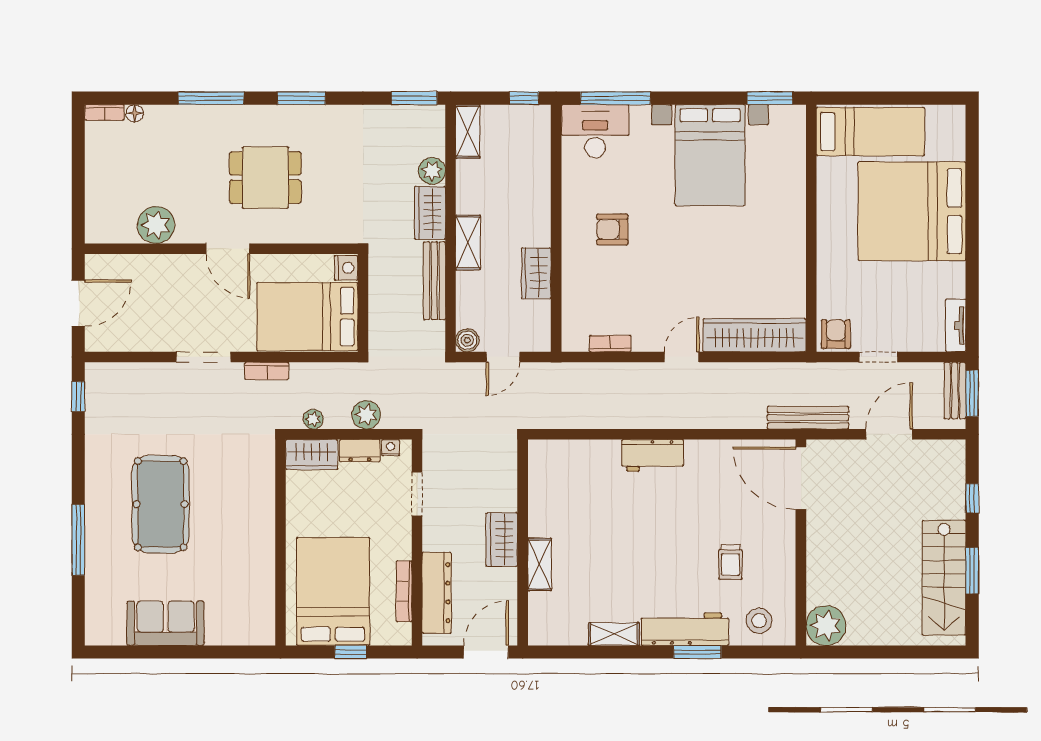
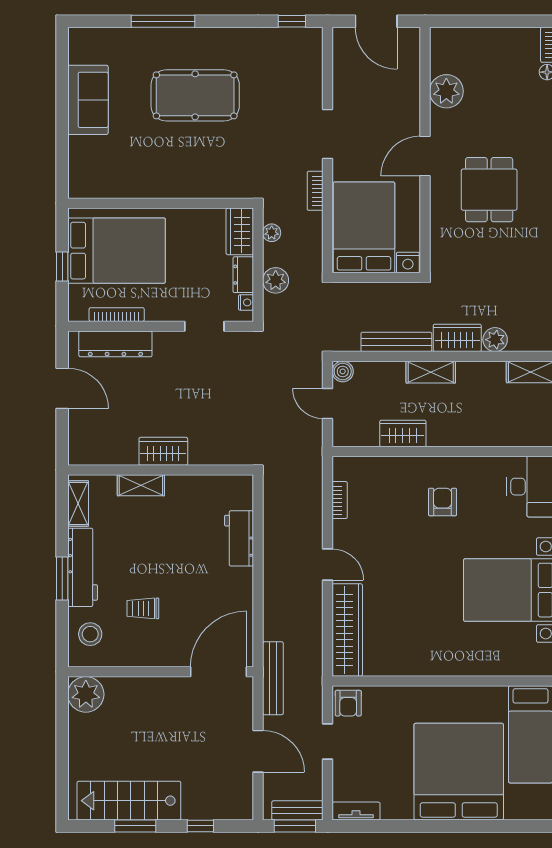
armchair: (836, 334) -> (348, 703), turned 90
wardrobe: (502, 540) -> (163, 451), moved
wall: (523, 542) -> (161, 470), moved
shelving: (540, 564) -> (141, 485), moved

